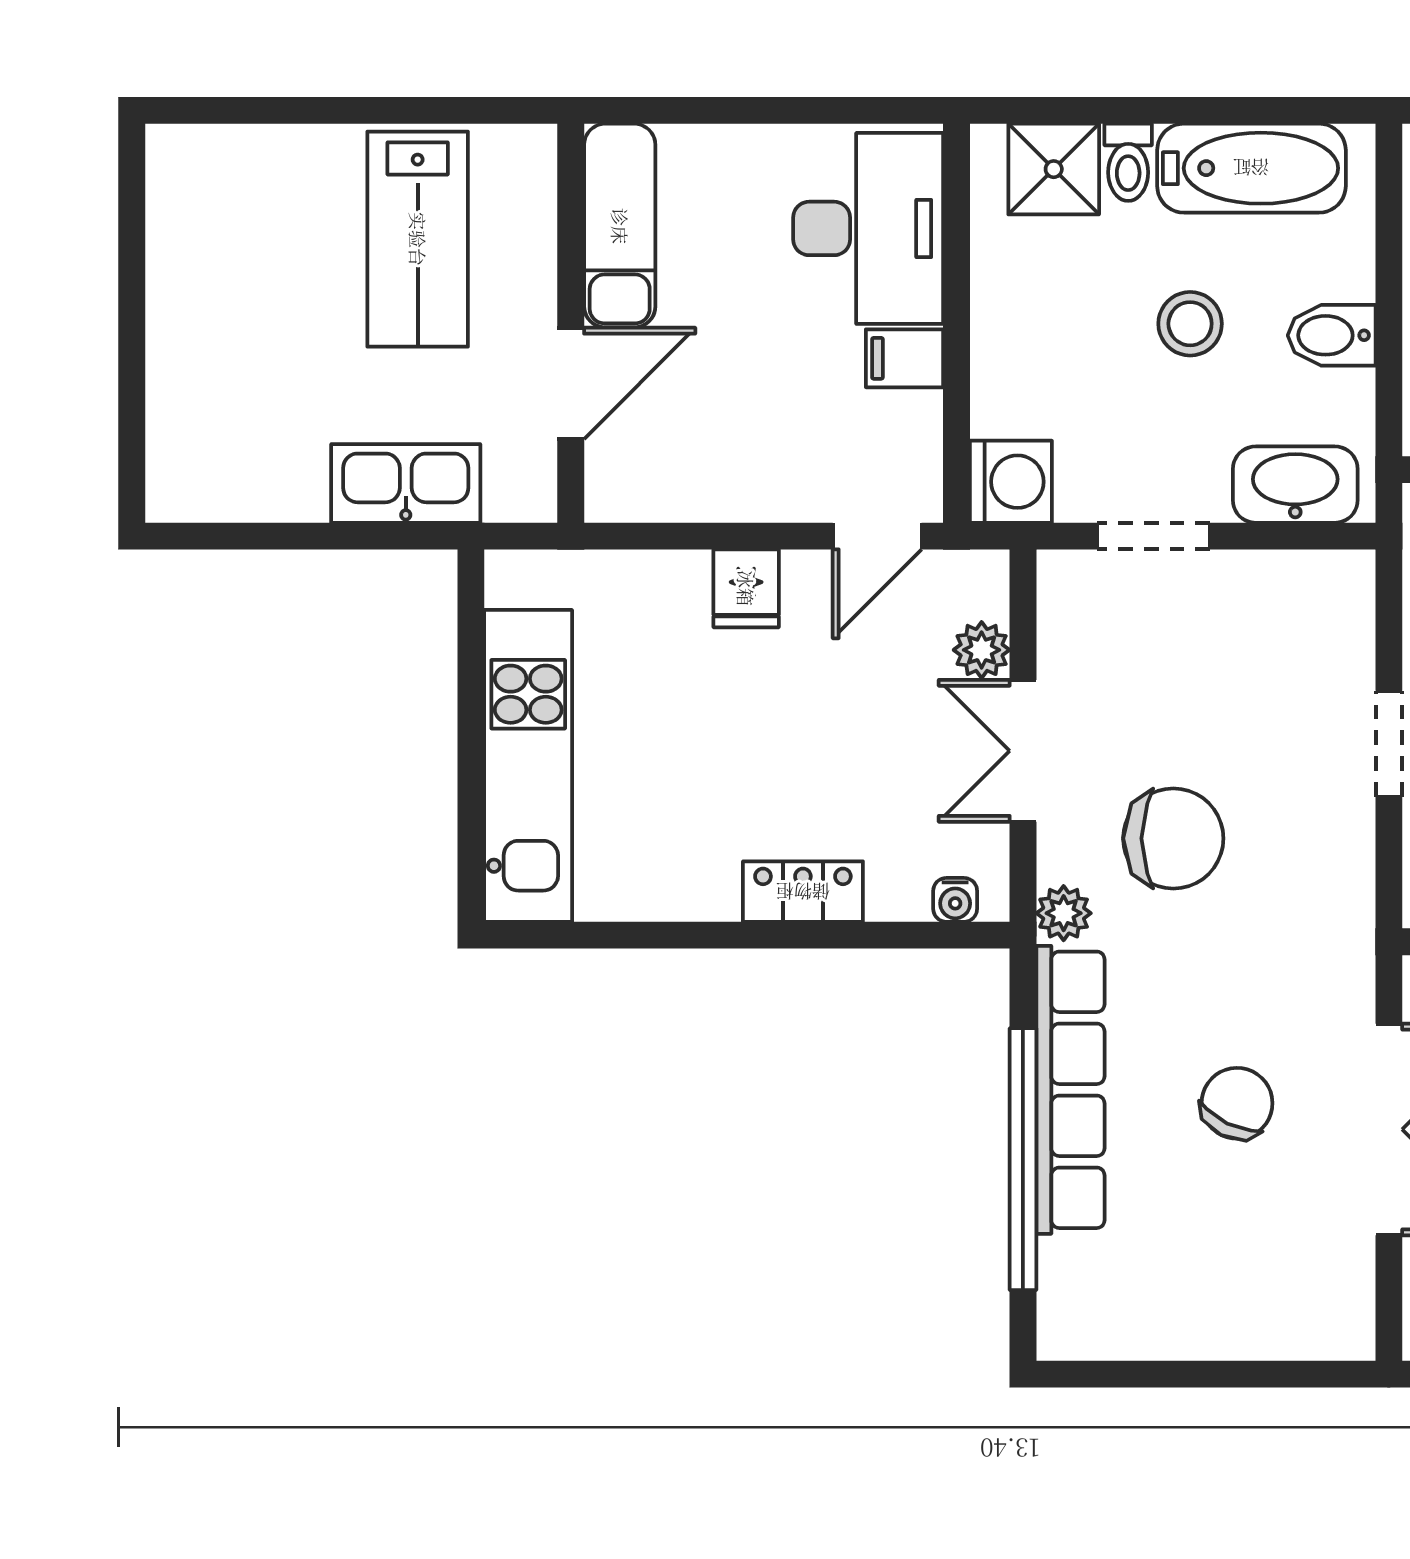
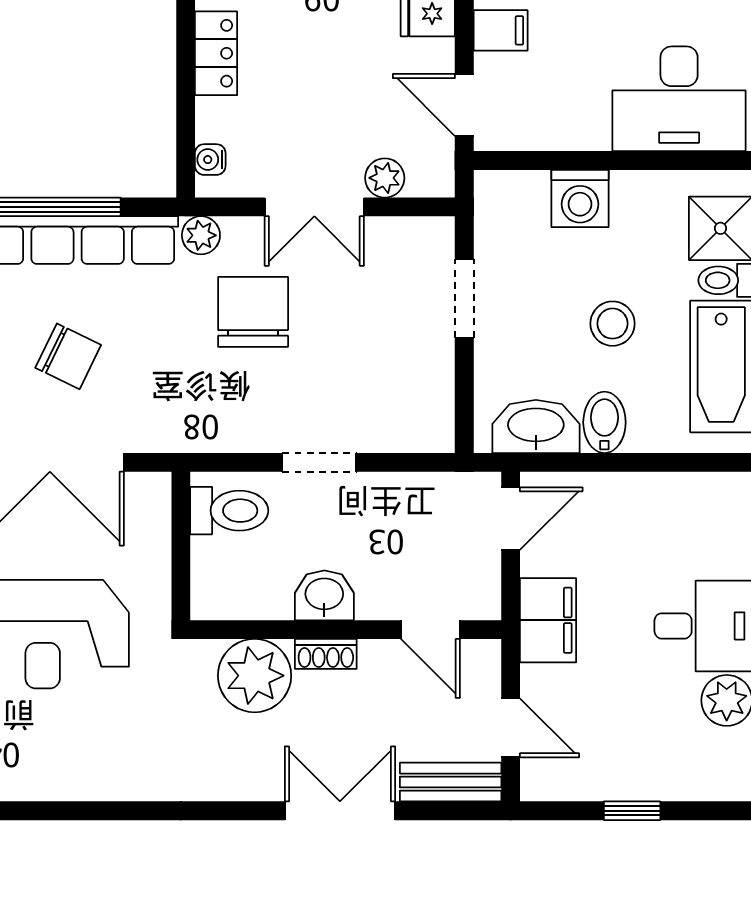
filing cabinet: (905, 358) -> (501, 30), moved, turned 90
washing machine: (1011, 482) -> (580, 198), moved
washbasin: (1295, 485) -> (536, 426), moved, turned -90
double door: (1023, 751) -> (314, 207), swing flipped
chair: (1173, 838) -> (253, 312), turned 180

